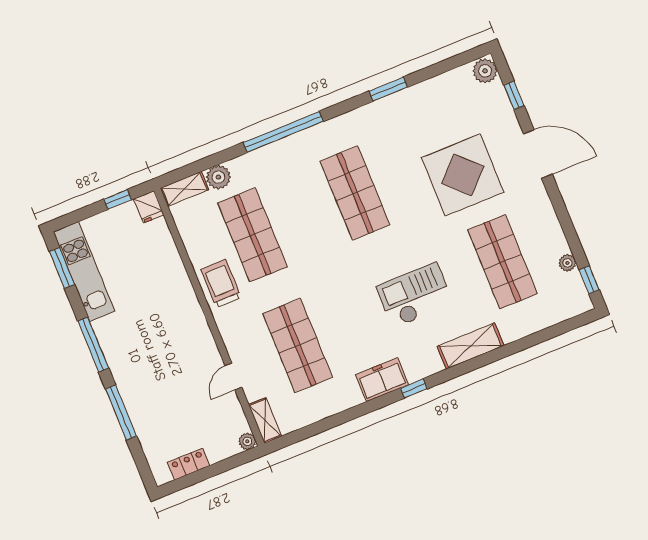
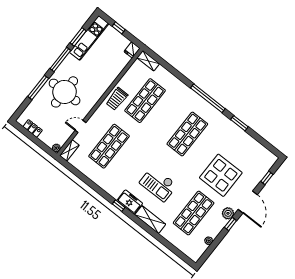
plant: (485, 71) -> (228, 213), moved
window: (283, 132) -> (208, 98), moved
plant: (218, 177) -> (161, 72), removed
window: (118, 200) -> (119, 28), moved
window: (62, 268) -> (78, 37), moved
window: (589, 280) -> (230, 224), moved
trolley: (221, 284) -> (117, 99), turned 180
checkout: (415, 295) -> (158, 184), turned 180
round table: (156, 370) -> (65, 92), added
freezer: (382, 380) -> (130, 202), moved

